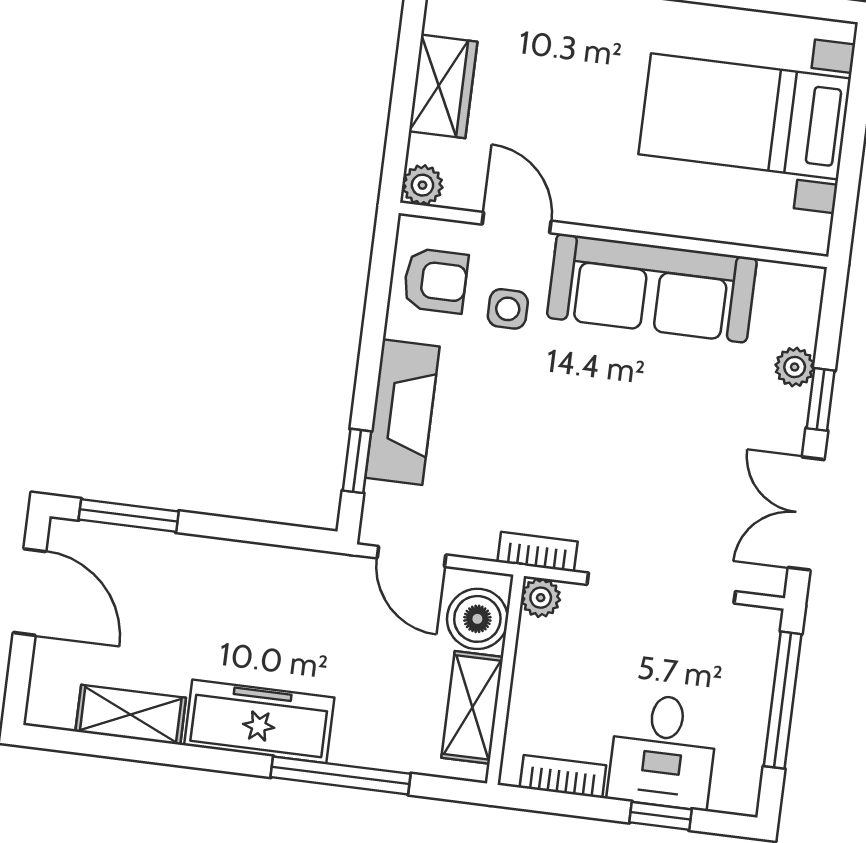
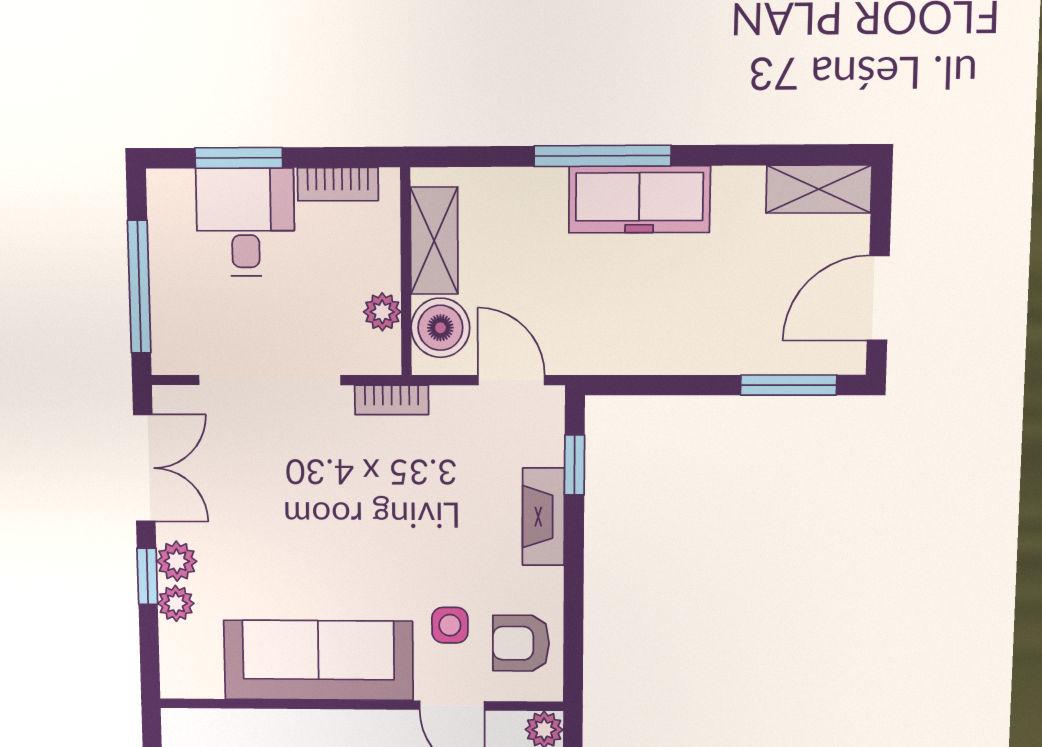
fireplace: (402, 412) -> (543, 517), width x0.73, depth x0.76
plant: (787, 412) -> (177, 561), added
door: (29, 592) -> (878, 298), hinge flipped
plant: (541, 598) -> (382, 312), moved
shelving: (131, 715) -> (819, 189), moved
window: (341, 775) -> (602, 156), moved
window: (660, 816) -> (239, 158), width x1.50

